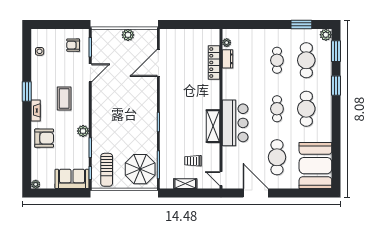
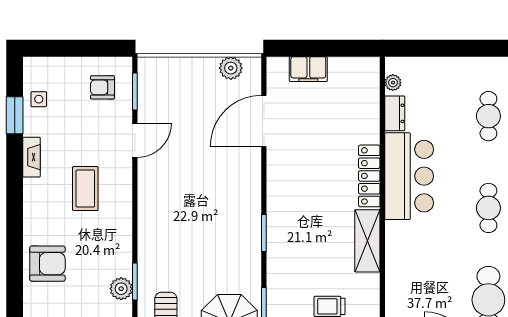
plant: (128, 35) -> (231, 68), moved
filing cabinet: (182, 35) -> (308, 69), added
locker: (214, 62) -> (369, 176), moved
window: (27, 92) -> (15, 115), moved
fireplace: (36, 110) -> (32, 157), moved
bar counter: (235, 123) -> (409, 176), moved
plant: (83, 131) -> (121, 289), moved

